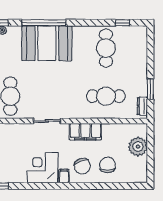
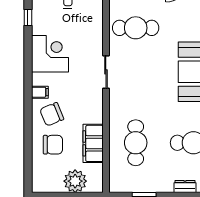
dresser: (142, 106) -> (185, 186), moved
filing cabinet: (85, 132) -> (93, 143), moved
corner desk: (43, 168) -> (50, 54), moved

